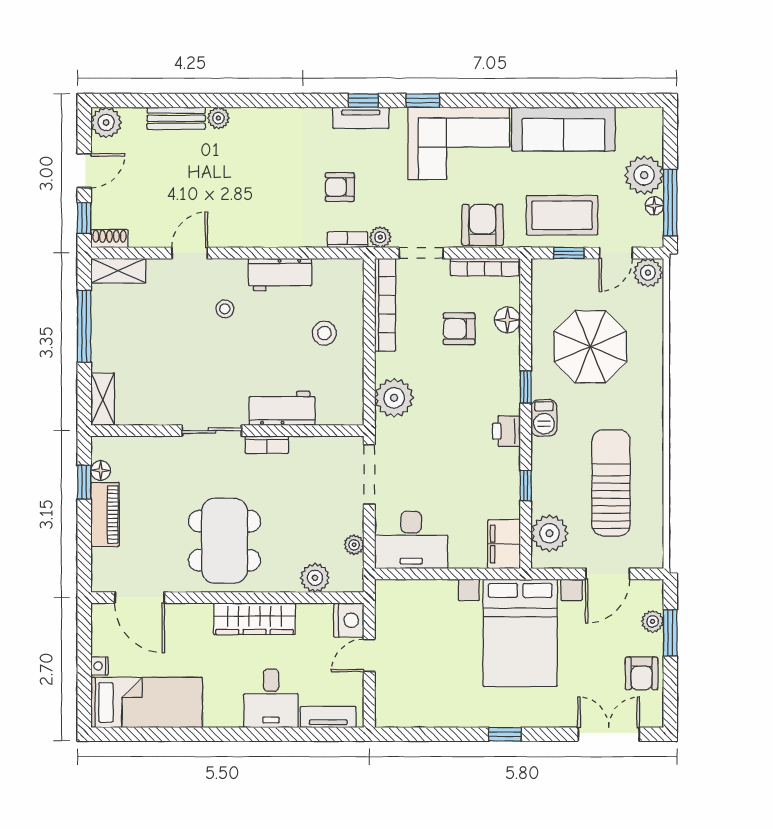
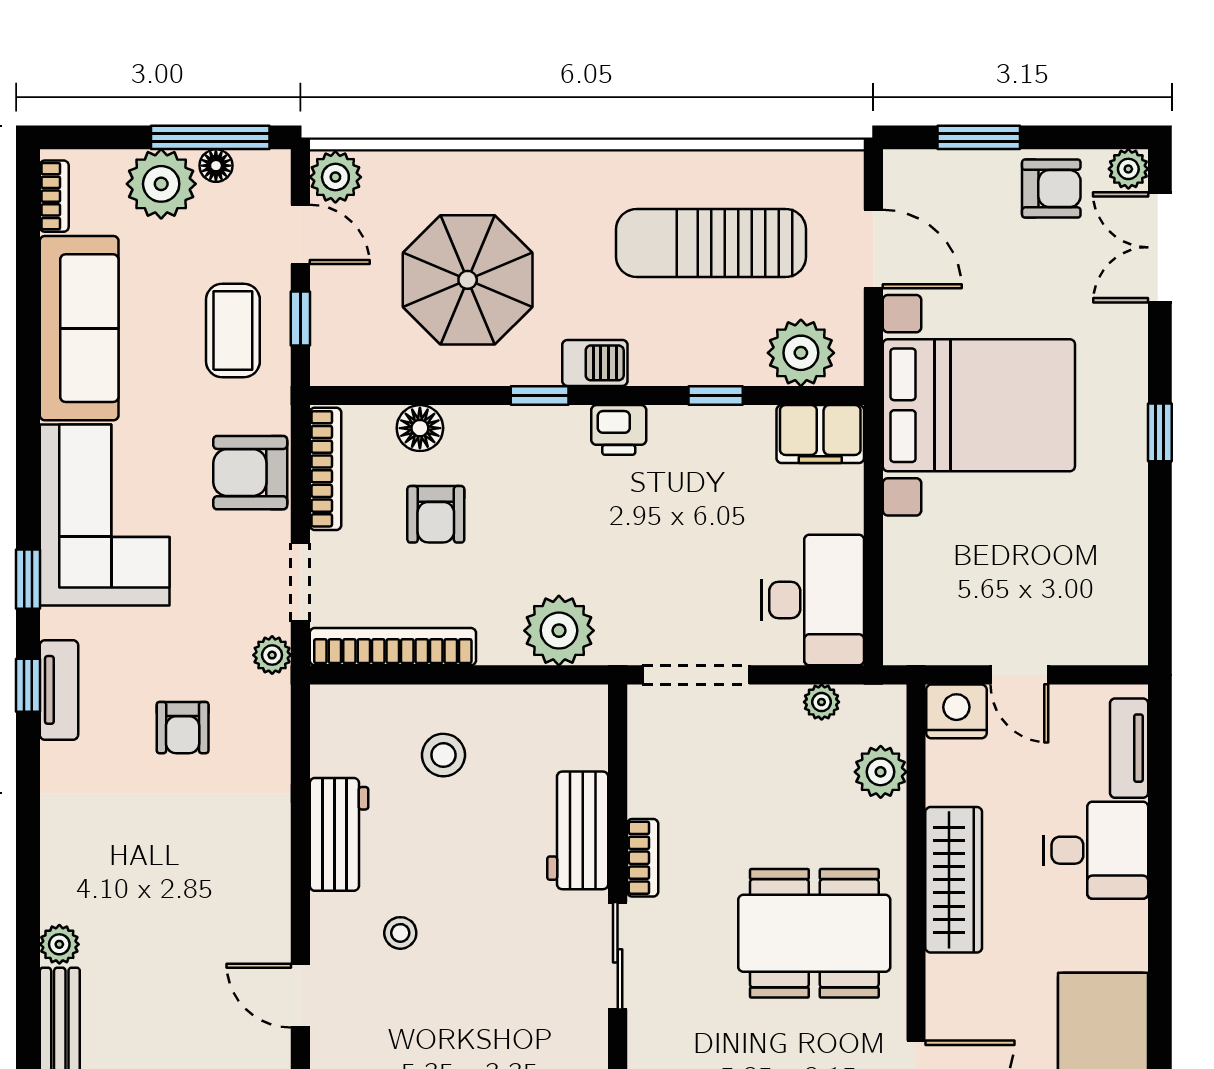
coffee table: (562, 215) -> (233, 330), width x0.73, depth x0.76
bookcase: (348, 240) -> (54, 196), moved, turned 180
plant: (653, 621) -> (1128, 169), moved

